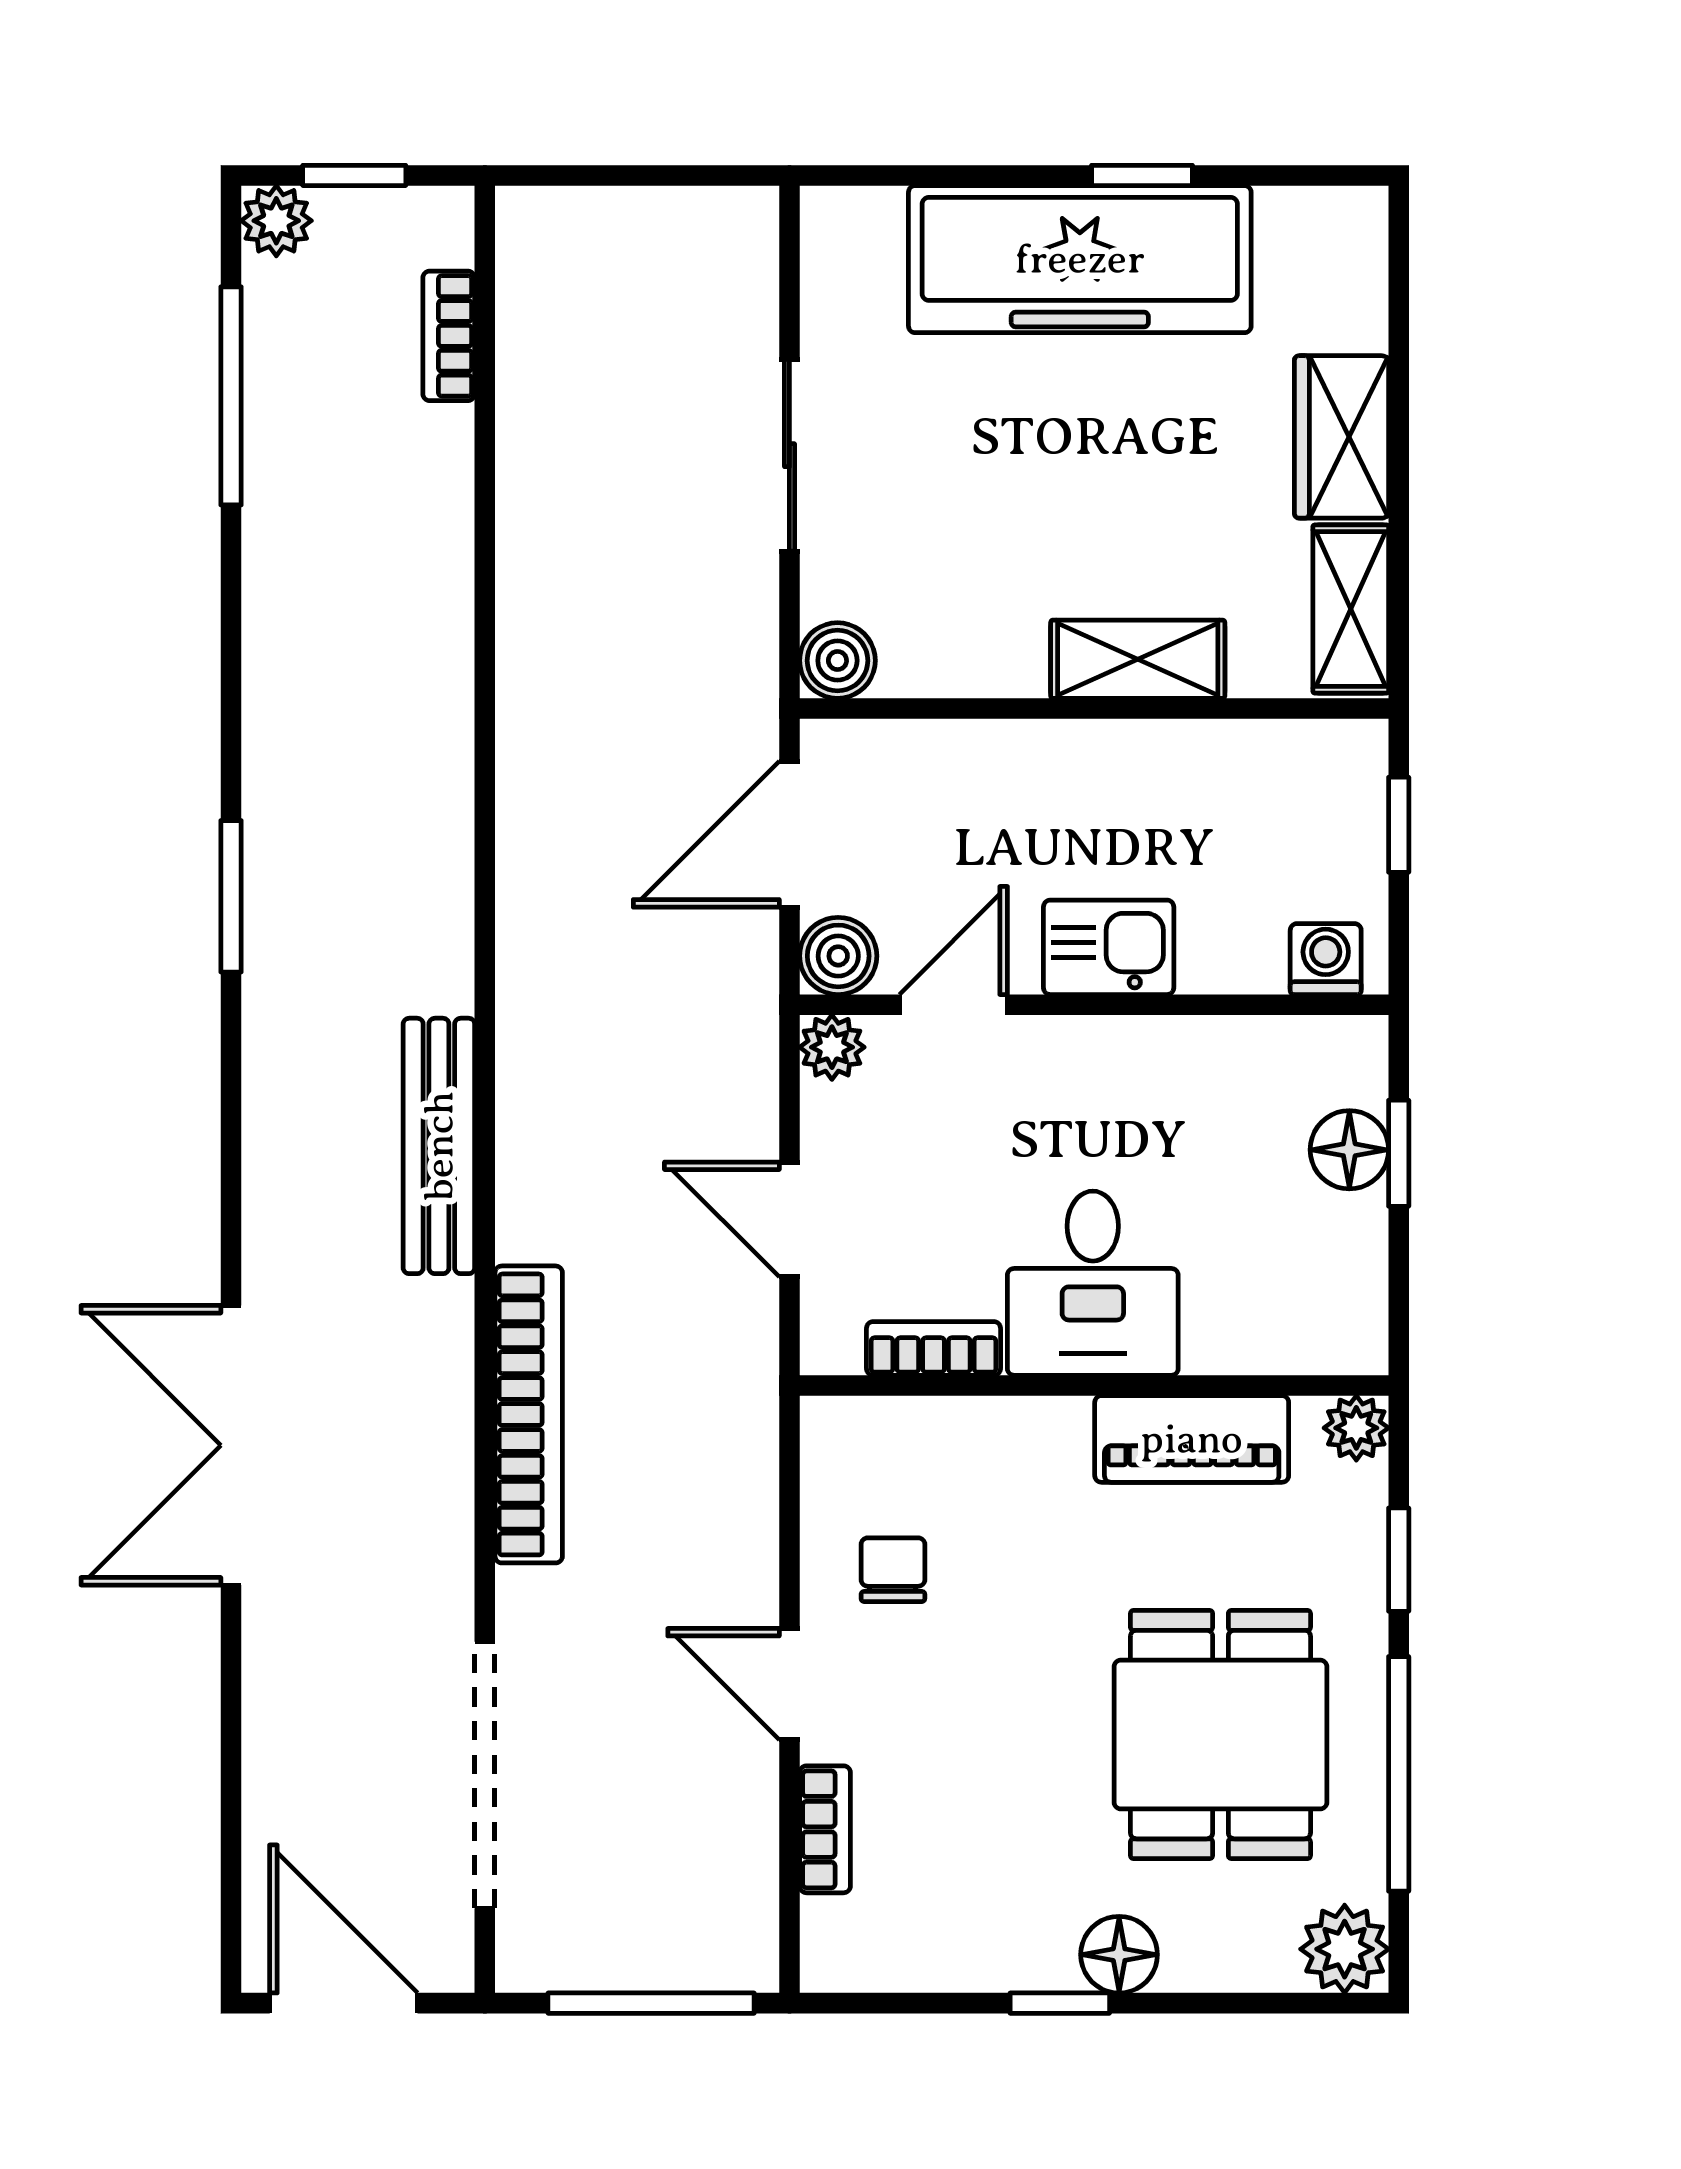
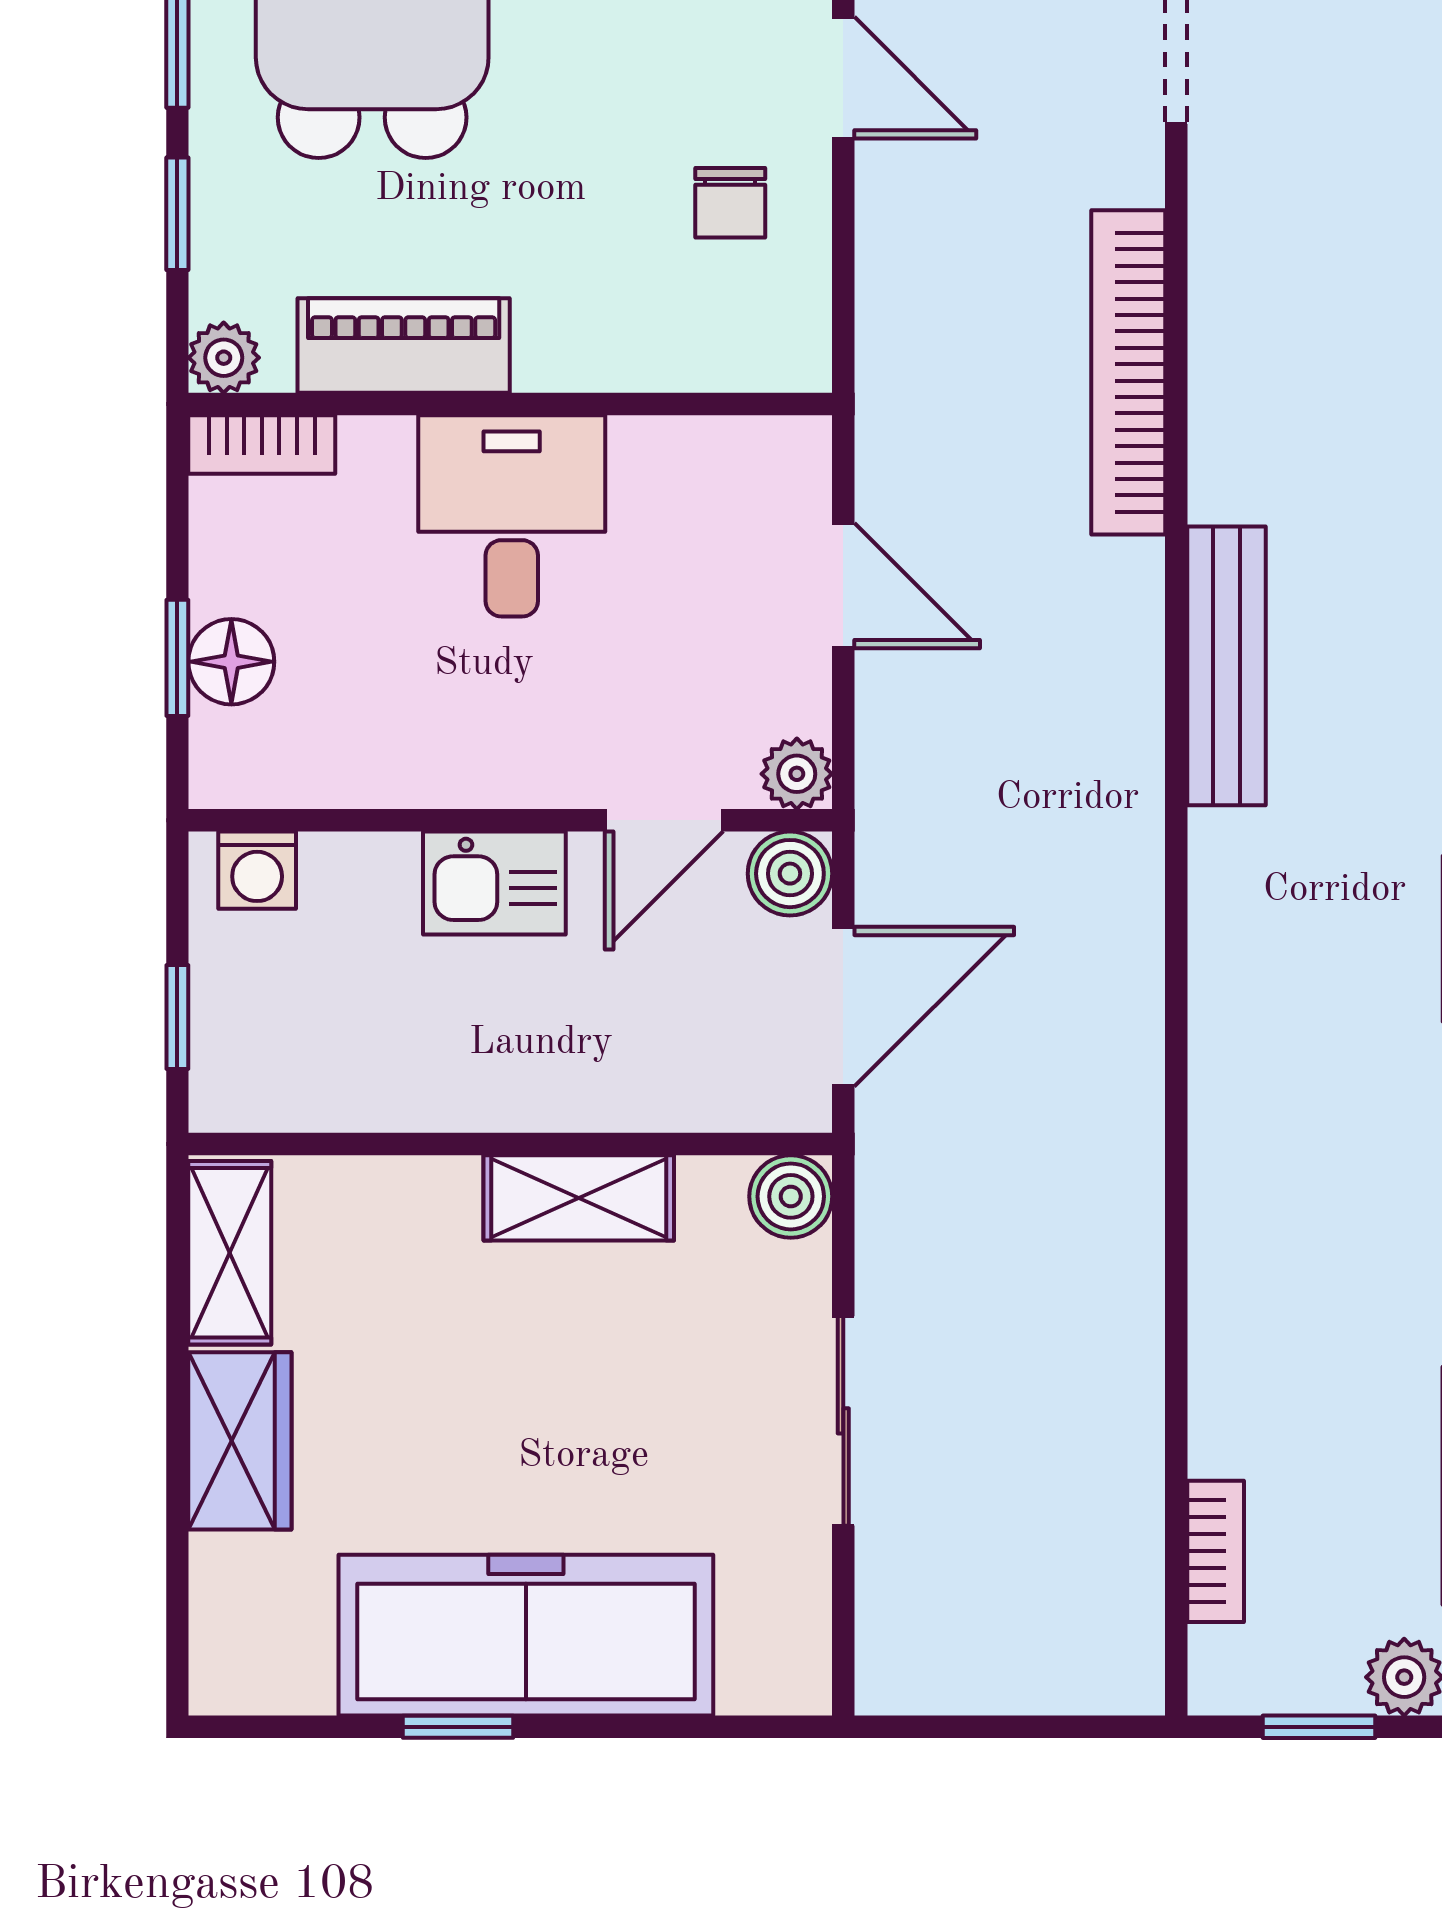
shelving: (1138, 659) -> (579, 1198), moved
bookcase: (934, 1348) -> (262, 445), moved

